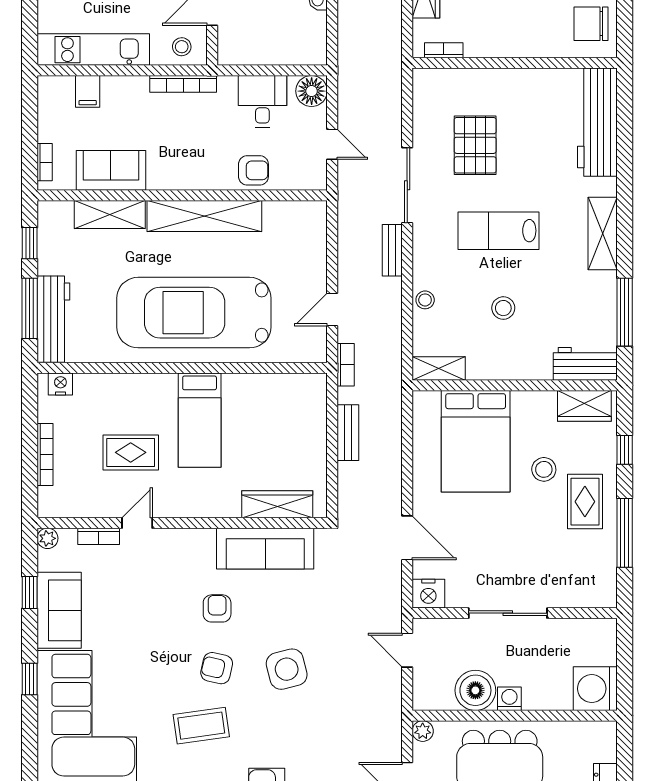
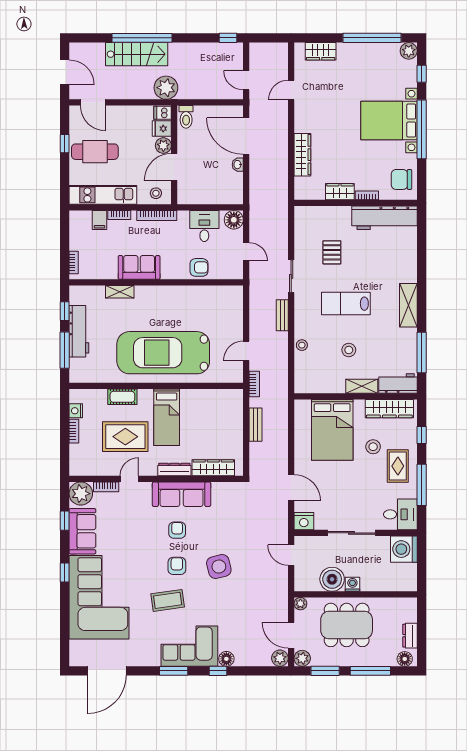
wardrobe: (489, 44) -> (340, 192), added
bookcase: (444, 50) -> (367, 195), moved
bookcase: (121, 83) -> (119, 215), added
workbench: (597, 122) -> (385, 218), moved, turned -90
pallet: (475, 145) -> (332, 252), width x0.67, depth x0.71
sofa: (111, 170) -> (139, 267), moved
sliding door: (407, 185) -> (291, 276), width x0.73
shelving: (110, 215) -> (120, 292), width x0.67, depth x0.75
shelving: (204, 216) -> (169, 295), removed
workbench: (53, 319) -> (79, 331), moved
shelving: (439, 369) -> (362, 386), moved
nightstand: (60, 384) -> (76, 411), moved, turned -90
cot: (126, 386) -> (122, 397), added
wardrobe: (584, 406) -> (389, 409), width x1.50
rug: (131, 452) -> (125, 437), width x1.36, depth x1.43
bookcase: (45, 454) -> (74, 431), width x0.64
dresser: (213, 507) -> (174, 469), added
plant: (47, 538) -> (81, 494), width x1.87, depth x1.87
sofa: (265, 549) -> (182, 494), moved
desk: (589, 582) -> (400, 514), added
armchair: (217, 668) -> (177, 566), turned 77
washing machine: (595, 689) -> (404, 549), moved

